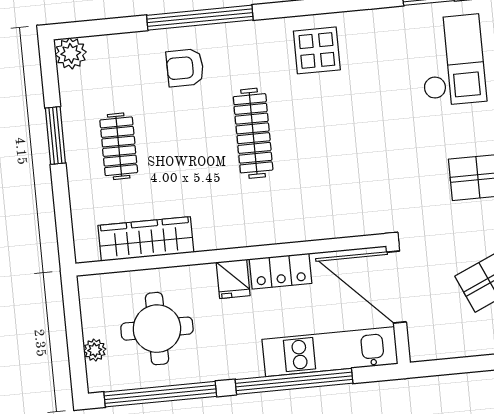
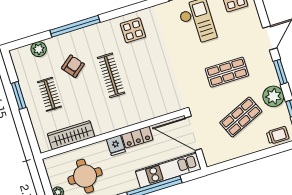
plant: (71, 53) -> (39, 49), moved
armchair: (185, 68) -> (73, 66), moved, turned 141

